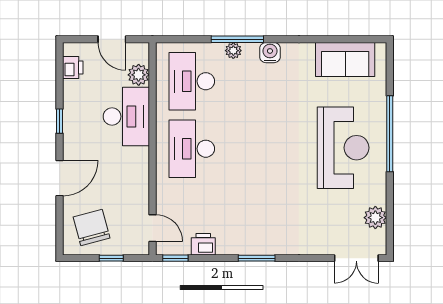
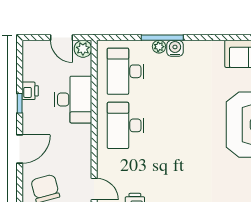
water cooler: (270, 53) -> (175, 48), moved
printer: (73, 67) -> (30, 91), moved
plant: (139, 75) -> (83, 49), moved

